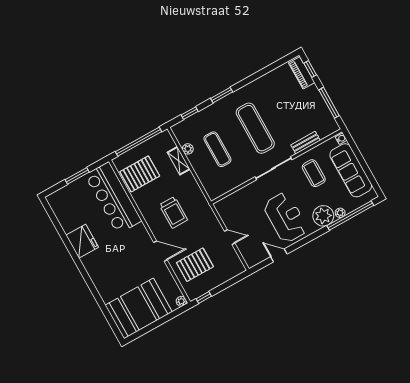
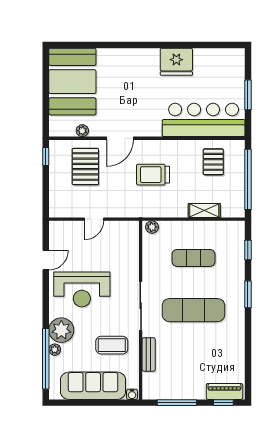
plant: (188, 149) -> (152, 227), moved
pallet: (140, 174) -> (213, 162), width x0.67, depth x0.71
plant: (181, 301) -> (82, 131), moved

